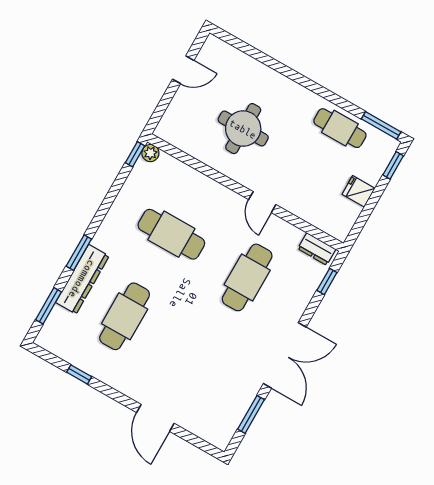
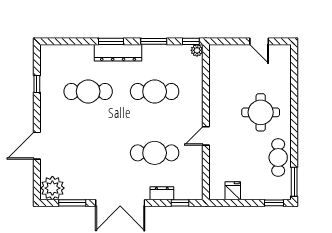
round table: (243, 129) -> (261, 112), moved
fridge: (358, 191) -> (233, 191), moved
cafe table: (171, 234) -> (155, 91), turned 90
dresser: (317, 249) -> (162, 193), moved, turned 90
dresser: (82, 279) -> (118, 53), moved
window: (49, 306) -> (154, 41), moved
plant: (219, 428) -> (52, 188), added

